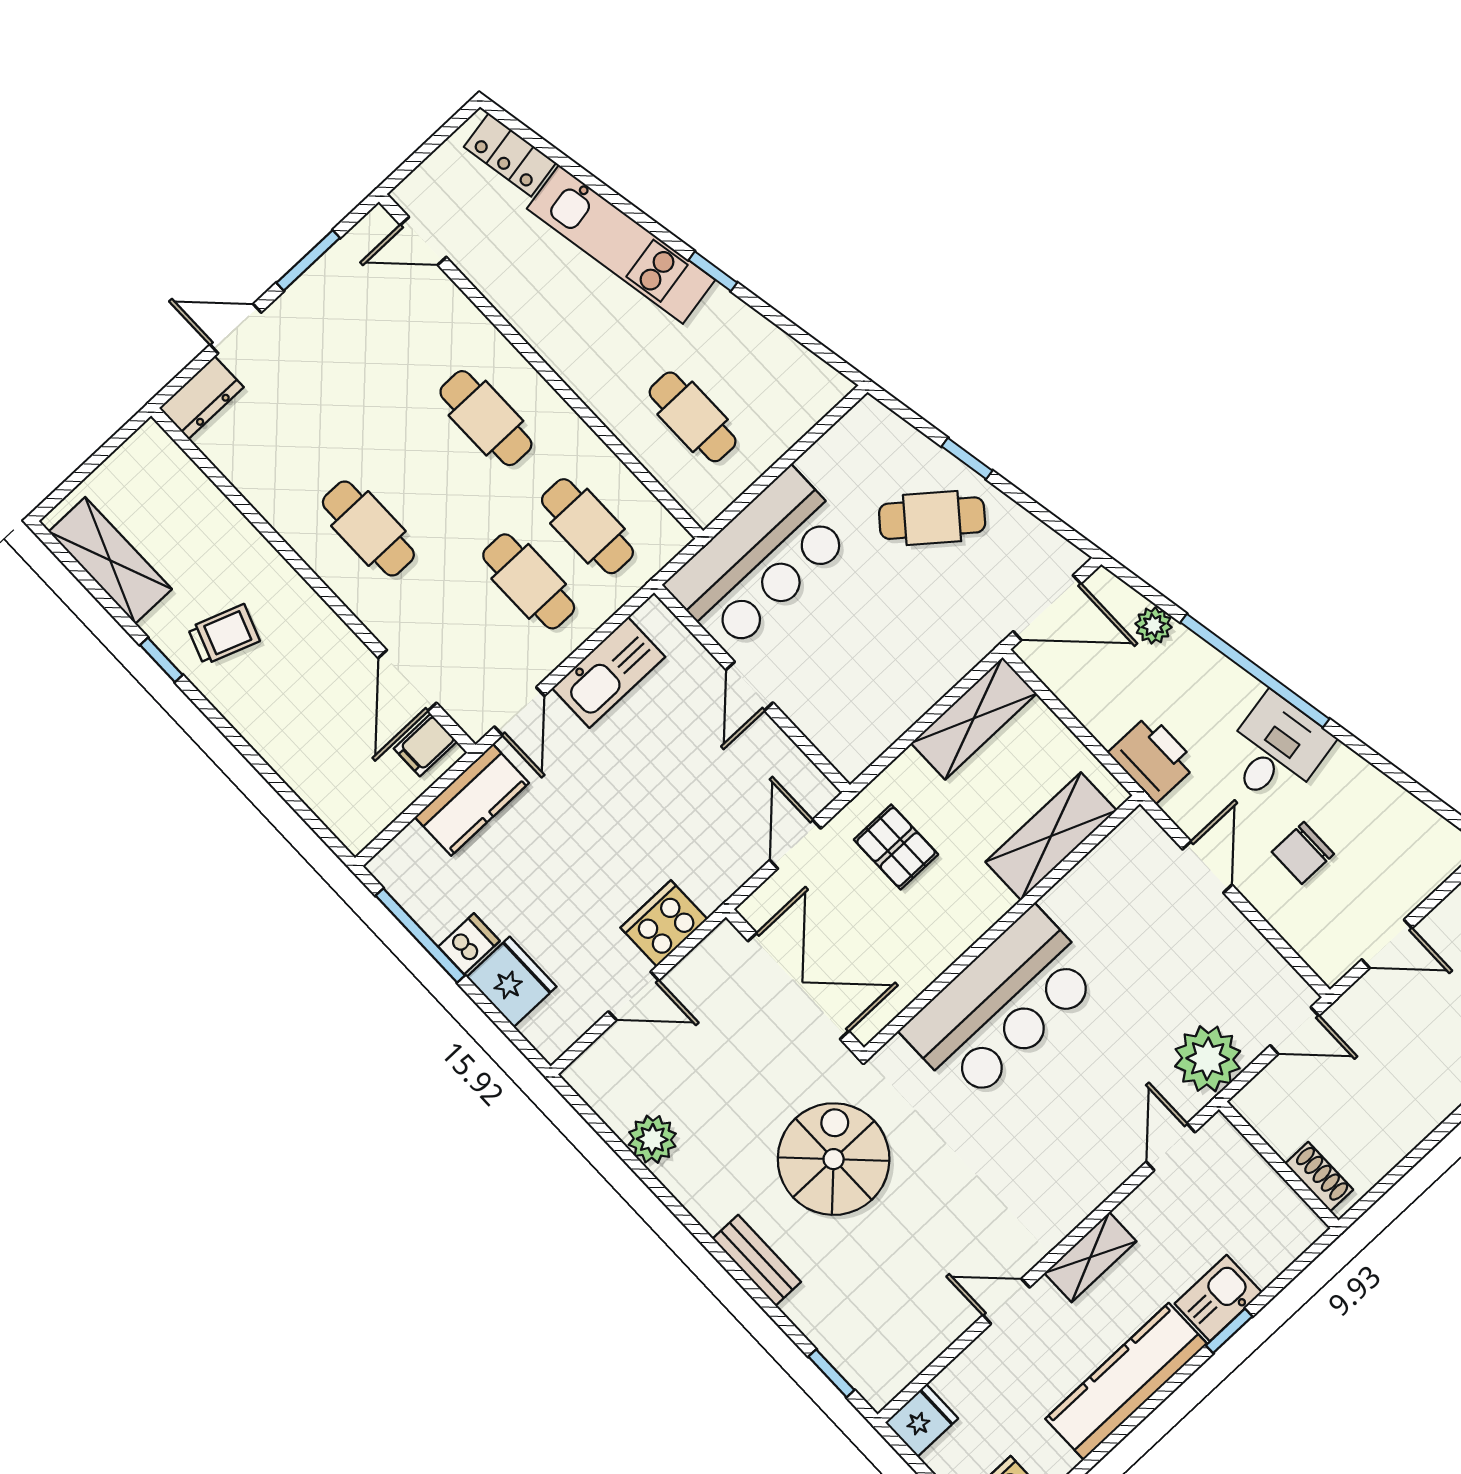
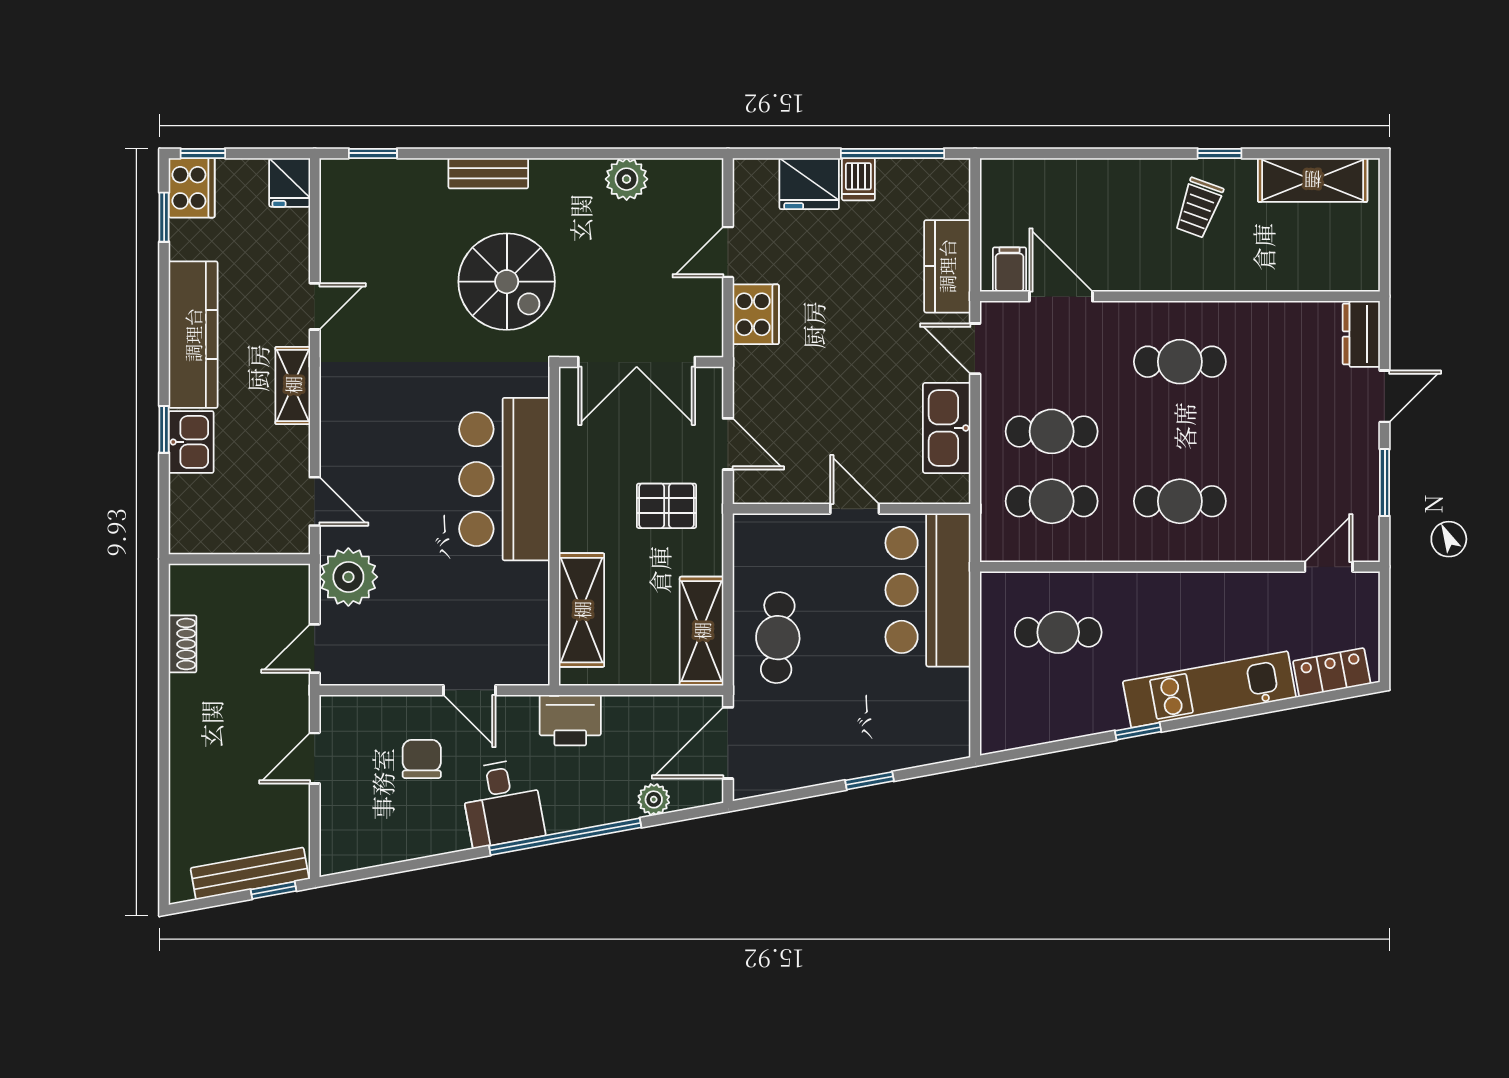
cafe table: (932, 518) -> (778, 638), moved, turned -36
shoe rack: (1319, 1177) -> (183, 644), moved, turned -90

